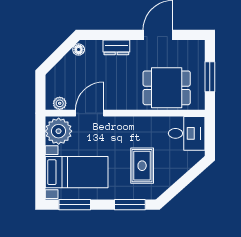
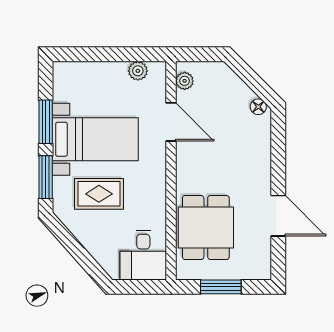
dresser: (116, 47) -> (261, 158), removed
plant: (59, 131) -> (138, 71), width x0.53, depth x0.53
bed with nightstands: (77, 172) -> (95, 139), moved, turned -90
window: (75, 205) -> (46, 122), moved

